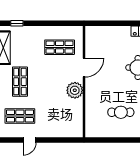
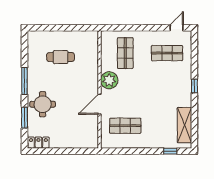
shop shelf: (20, 82) -> (125, 53), moved
door: (30, 140) -> (177, 28), moved

